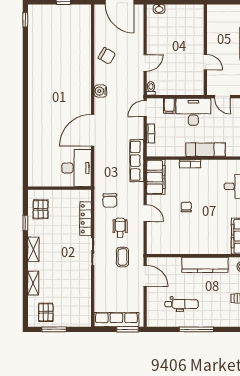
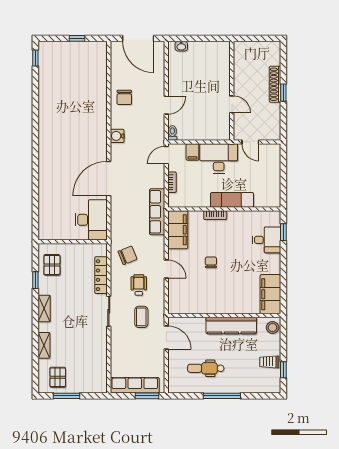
chair: (107, 56) -> (124, 97), turned 61
chair: (110, 201) -> (128, 255), turned -112
dental chair: (182, 304) -> (206, 368), turned 180

